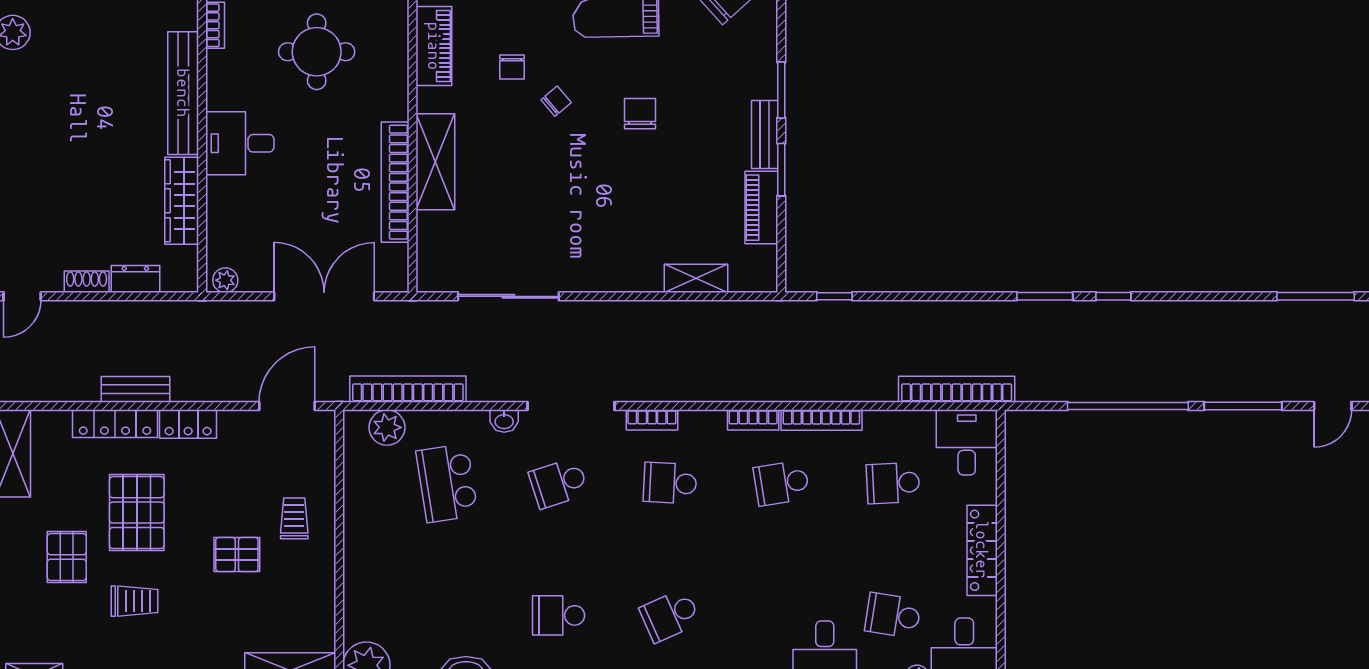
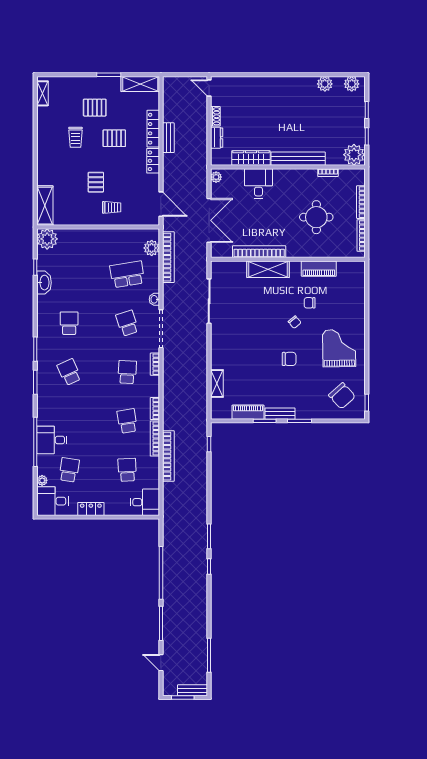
desk: (240, 143) -> (258, 183), moved
bookcase: (957, 389) -> (168, 456), moved
pallet: (137, 513) -> (114, 138), width x0.67, depth x0.71
locker: (982, 550) -> (91, 509), width x0.66

